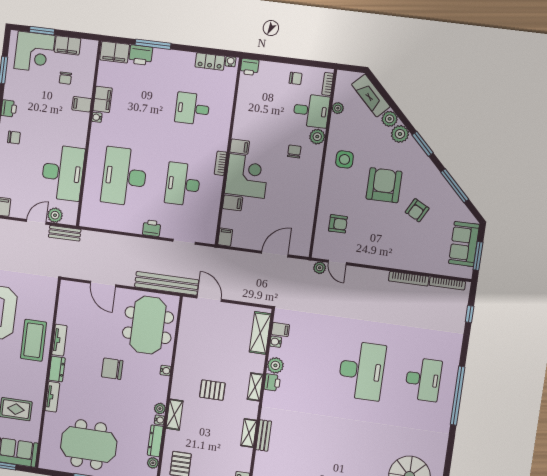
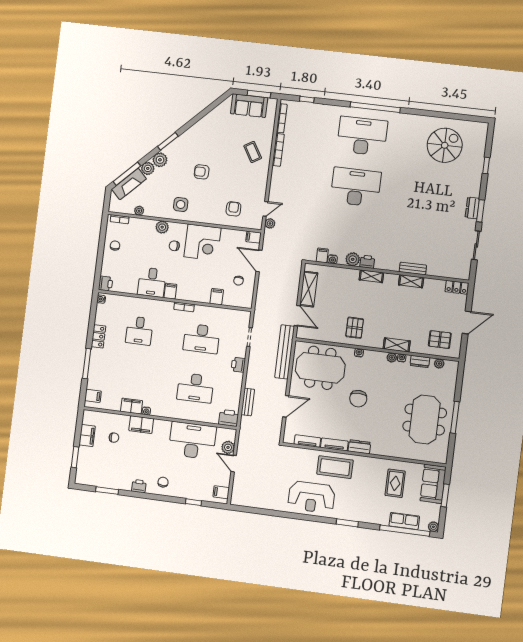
corner desk: (35, 52) -> (92, 464), removed
filing cabinet: (115, 52) -> (93, 396), width x0.50
printer: (141, 55) -> (229, 418), moved, turned -90
locker: (210, 62) -> (99, 336), moved
filing cabinet: (82, 104) -> (141, 425), width x2.00
desk: (311, 111) -> (152, 282), moved, turned 180
corner desk: (247, 176) -> (203, 242), moved, turned 180
desk: (124, 177) -> (195, 388), width x0.73, depth x0.77
armchair: (384, 185) -> (202, 172), width x0.53, depth x0.53
window: (455, 186) -> (127, 174), moved
armchair: (417, 210) -> (222, 144), removed
chair: (251, 229) -> (239, 281), added
bench: (65, 233) -> (248, 402), moved
filing cabinet: (225, 237) -> (253, 237), moved
coffee table: (407, 248) -> (253, 152), added
door: (209, 299) -> (297, 316), swing flipped
shelving: (260, 333) -> (309, 289), moved, turned 90
desk: (423, 379) -> (362, 136), width x1.36, depth x1.30
pallet: (212, 390) -> (355, 328), moved
tv unit: (52, 397) -> (307, 441), moved
dresser: (155, 441) -> (420, 361), width x0.70

